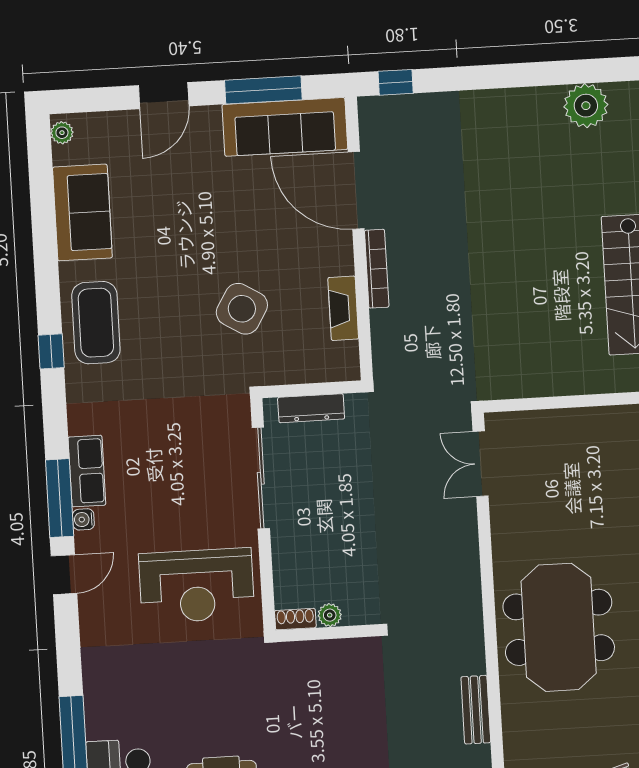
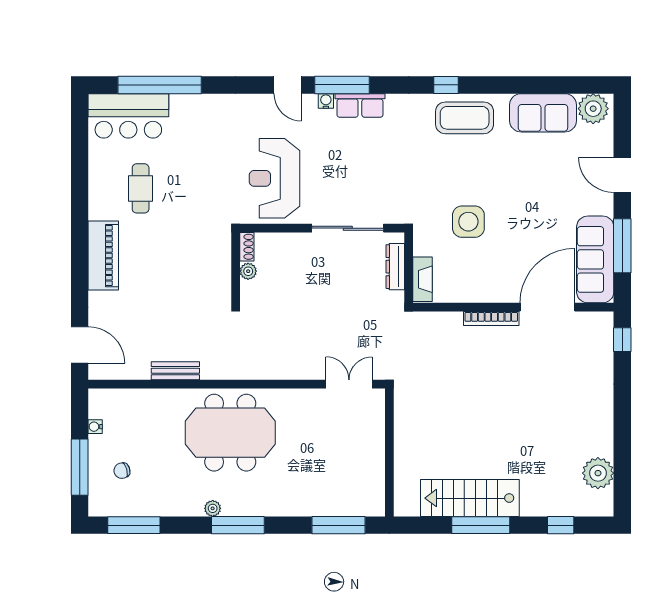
plant: (62, 133) -> (593, 109), width x1.87, depth x1.87
fireplace: (343, 308) -> (422, 279), moved, turned 90
side table: (242, 309) -> (468, 222), turned -31

